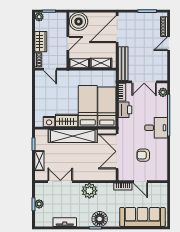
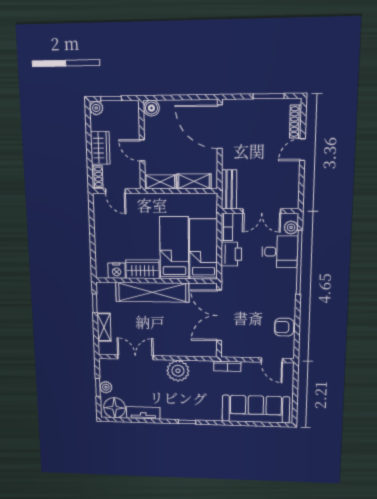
boiler: (79, 22) -> (151, 108), width x0.54, depth x0.54
door: (117, 29) -> (220, 127), hinge flipped
door: (68, 43) -> (142, 150), swing flipped
bench: (123, 64) -> (229, 190), width x0.73
desk: (156, 128) -> (280, 252), moved
armchair: (143, 155) -> (284, 327), moved
door: (140, 182) -> (272, 360), moved
floor lamp: (100, 219) -> (115, 408), moved

